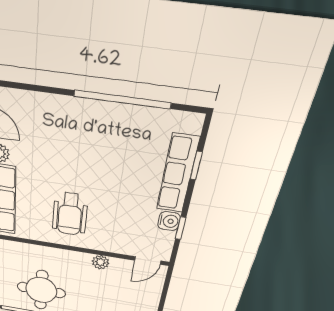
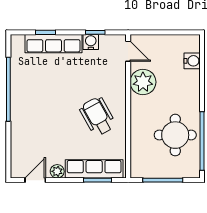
wheelchair: (70, 214) -> (98, 116), turned -119
plant: (100, 262) -> (143, 82), width x1.87, depth x1.87

